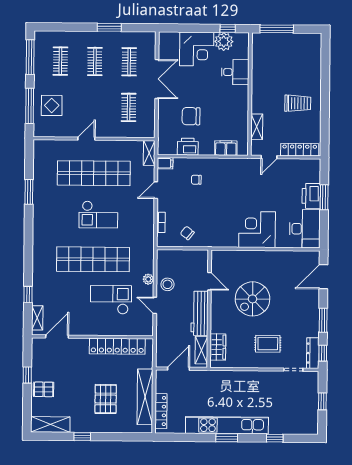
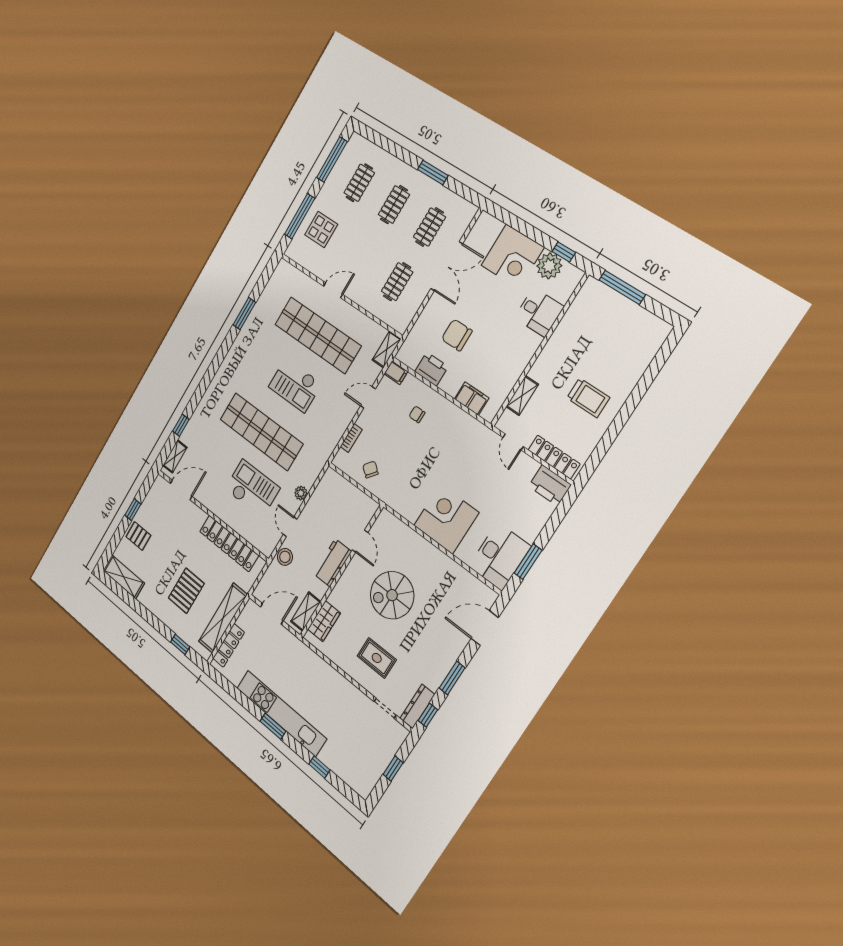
door: (269, 157) -> (513, 442), hinge flipped
printer: (311, 196) -> (550, 485), moved, turned -90
window: (324, 197) -> (528, 562), moved
stool: (167, 284) -> (285, 557), moved
workbench: (200, 313) -> (333, 563), width x0.73
window: (82, 436) -> (180, 644), moved

